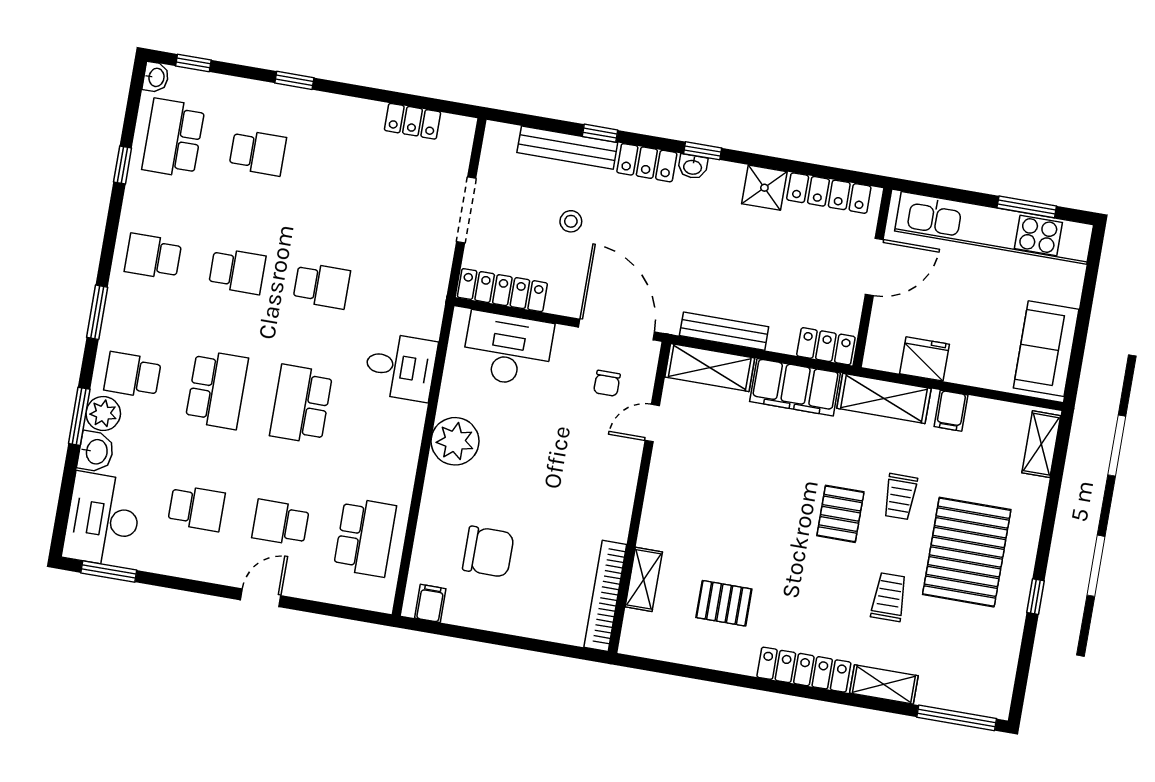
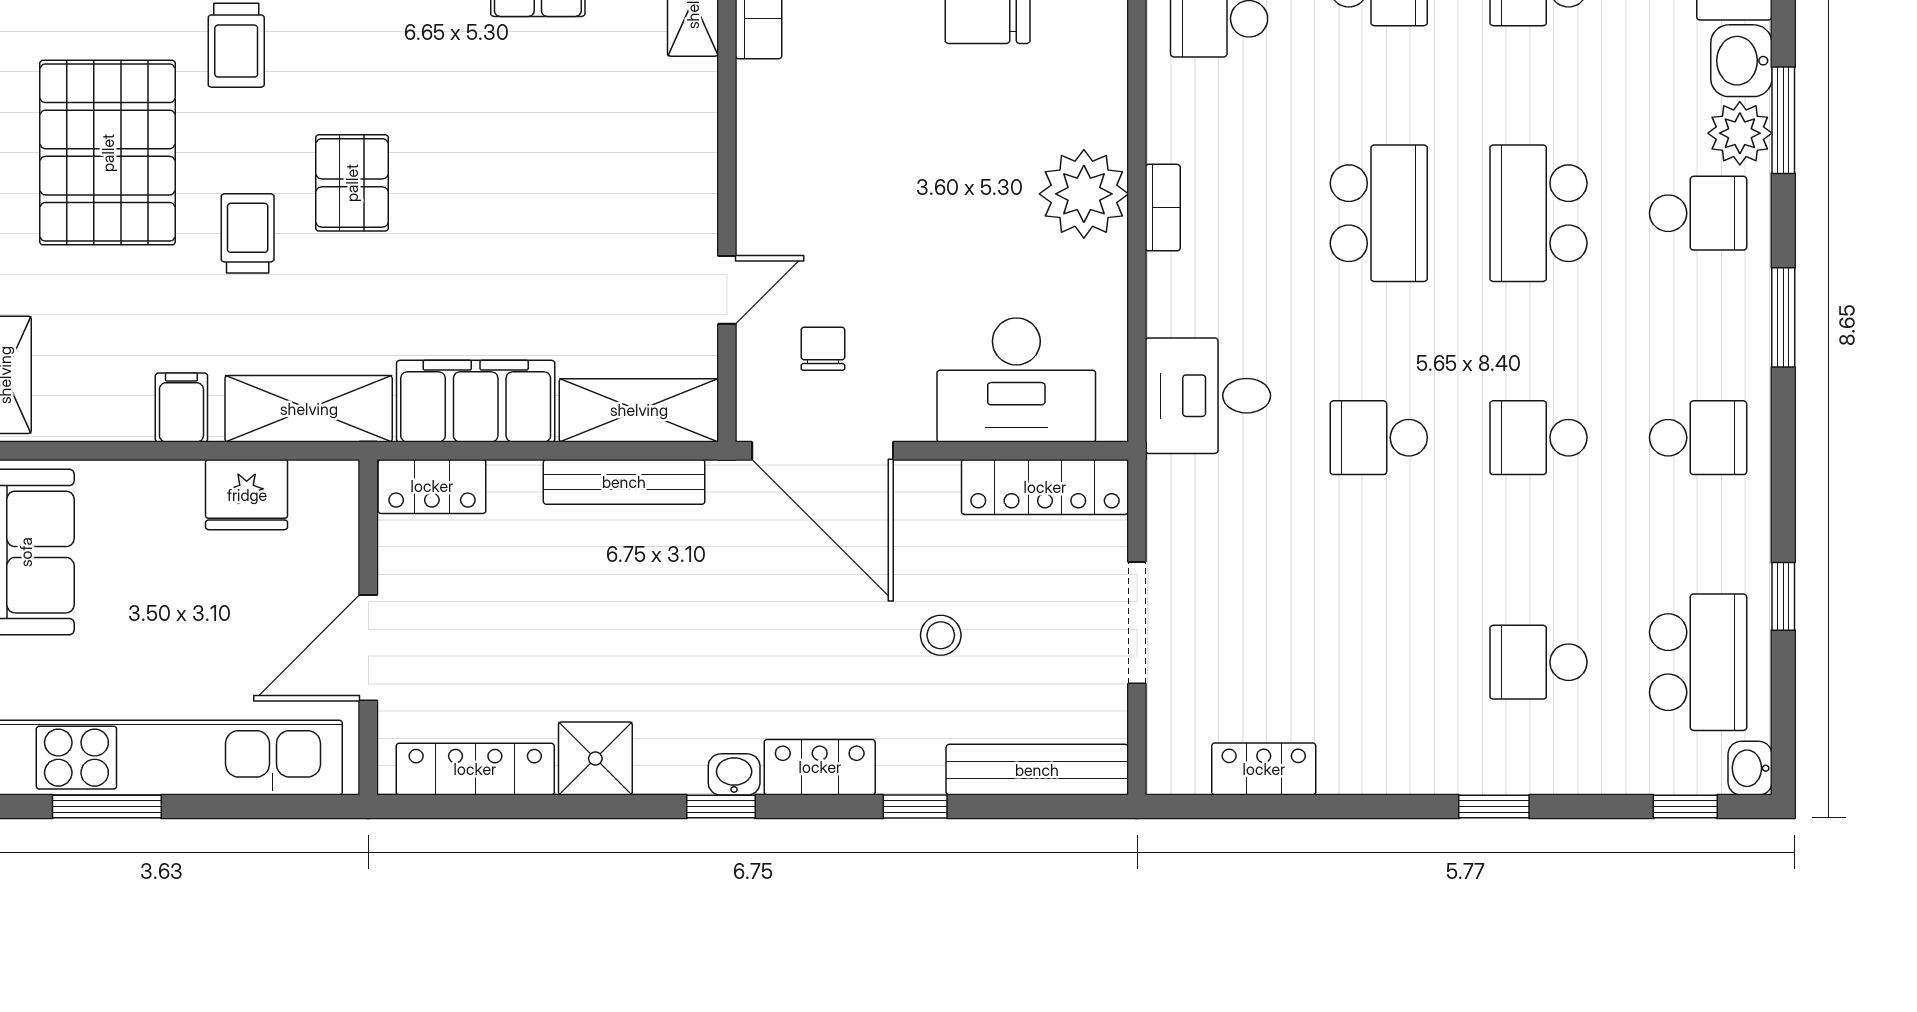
bench: (567, 148) -> (1037, 770), moved
desk: (400, 367) -> (1208, 396), moved
bookcase: (415, 427) -> (1163, 208), added

